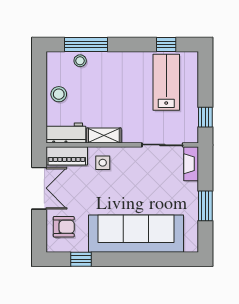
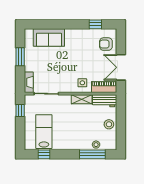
lab bench: (166, 82) -> (44, 132), turned 180
sofa: (136, 234) -> (49, 37), width x0.54, depth x0.79

